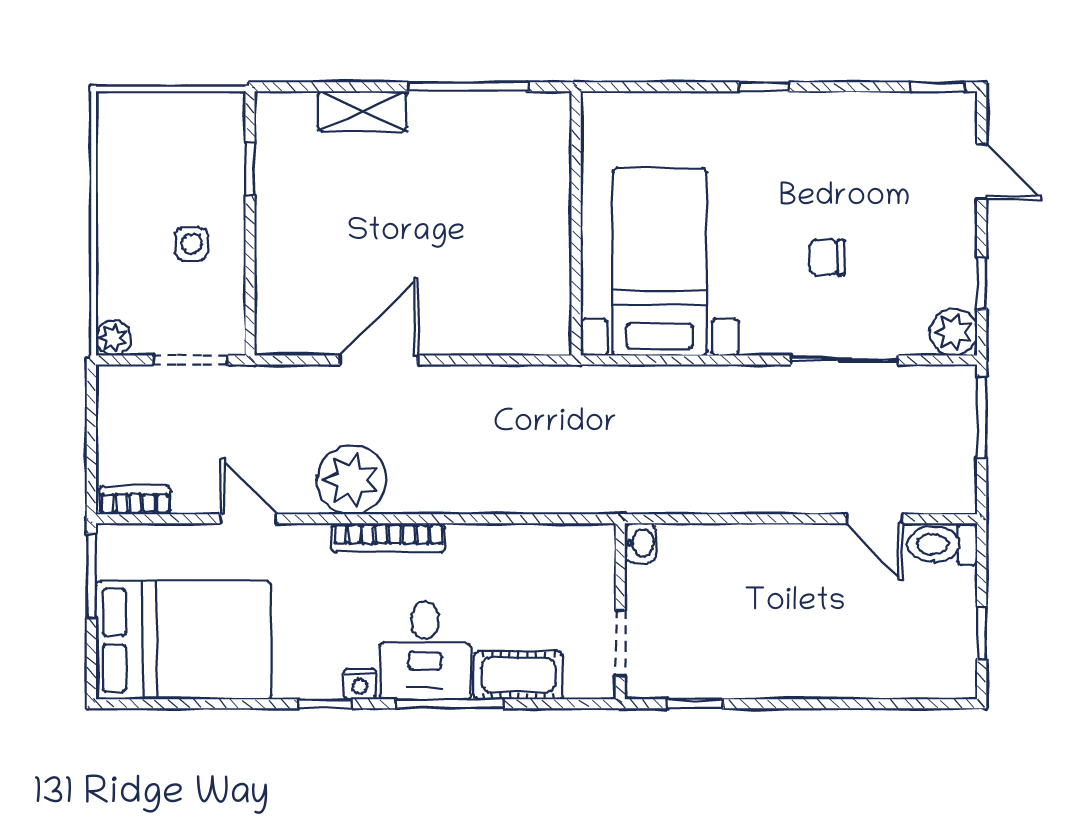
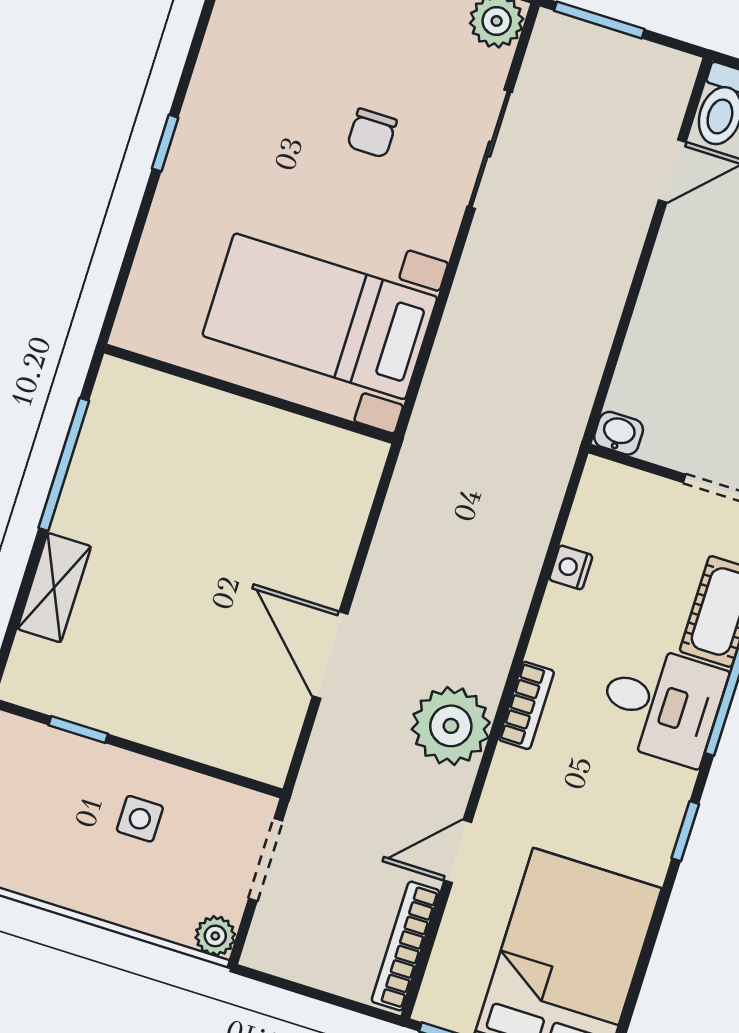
bookcase: (135, 500) -> (406, 946), width x1.56
bookcase: (388, 538) -> (526, 705), width x0.64
nightstand: (360, 684) -> (571, 567), moved, turned 180

